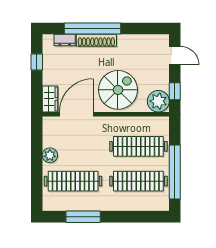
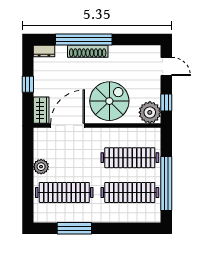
dresser: (65, 40) -> (44, 51), moved
window: (37, 62) -> (28, 84), moved

